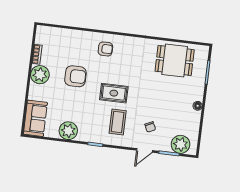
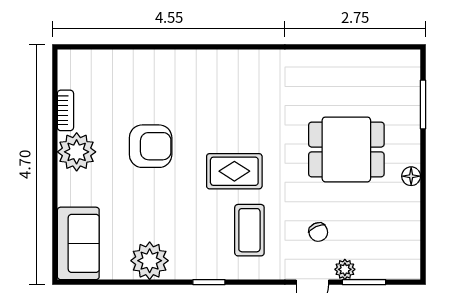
armchair: (105, 49) -> (206, 82), removed
dining table: (175, 60) -> (346, 149), moved
plant: (181, 144) -> (345, 269), moved, width x0.53, depth x0.53

